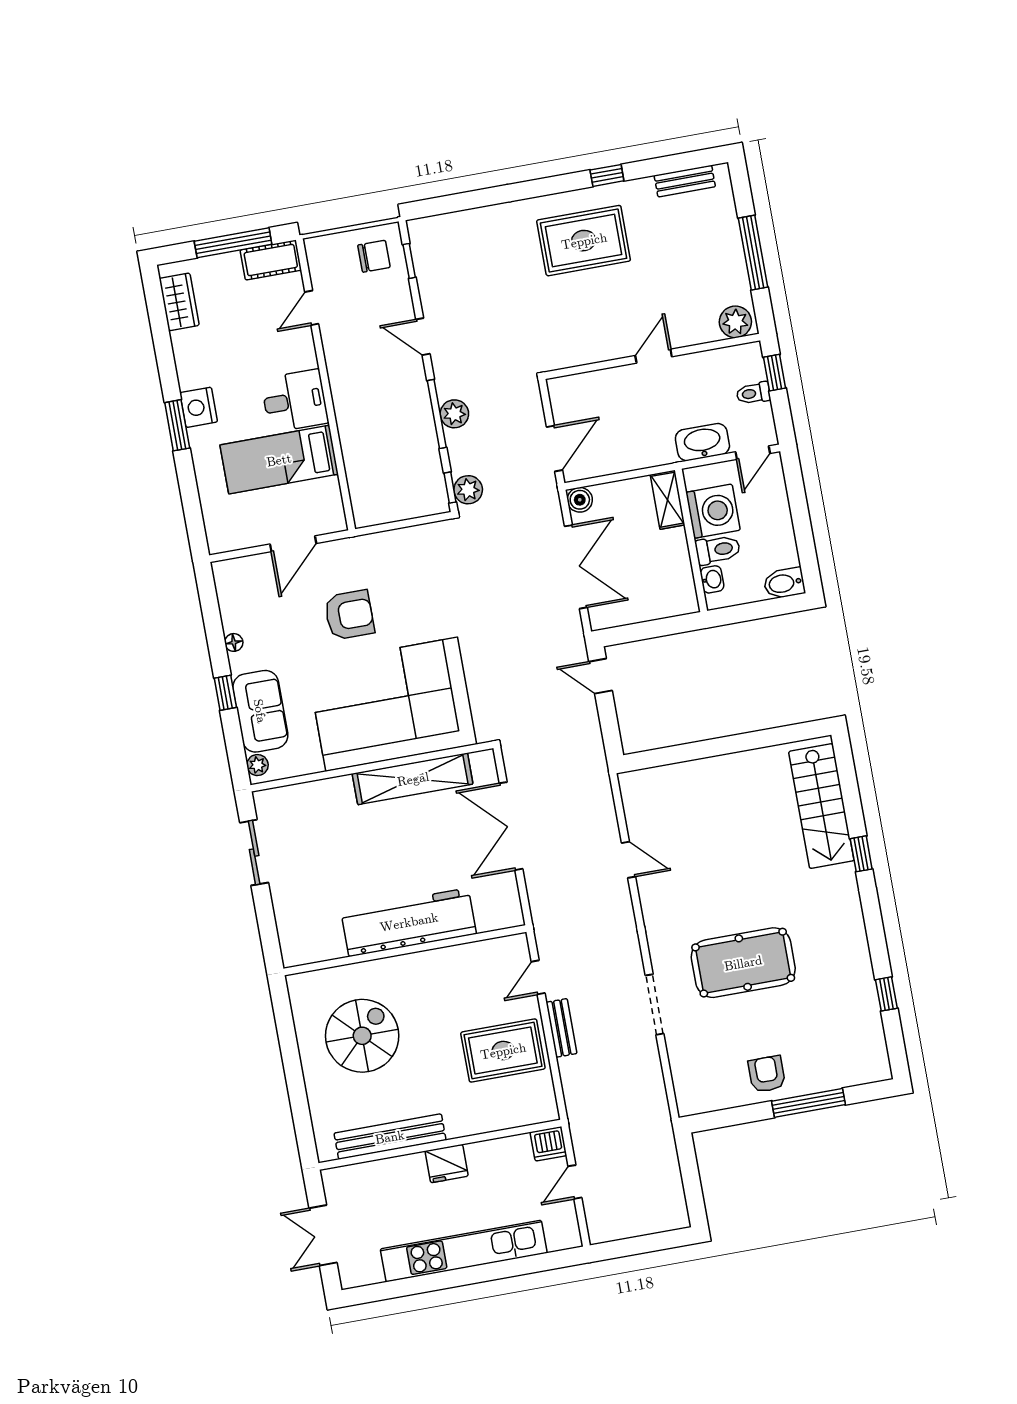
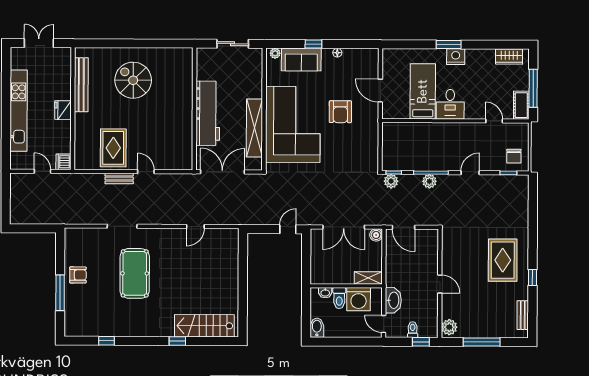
workbench: (409, 922) -> (208, 113), moved
wall: (405, 950) -> (194, 109), moved
spiral stairs: (362, 1036) -> (133, 80), turned 180

